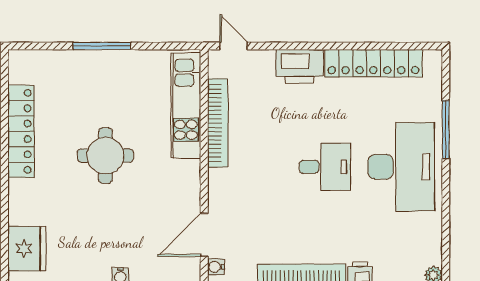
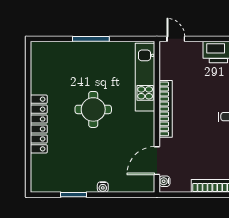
bookcase: (218, 123) -> (166, 109), moved
locker: (21, 131) -> (39, 124), moved
fridge: (27, 249) -> (43, 169), removed

